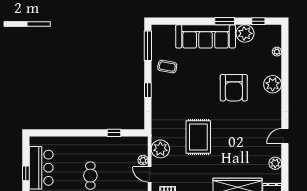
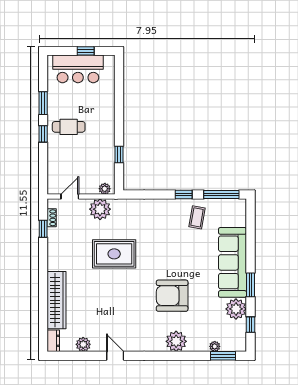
window: (285, 44) -> (223, 356), added
window: (148, 90) -> (184, 194), moved
plant: (143, 160) -> (105, 189), moved
window: (26, 173) -> (86, 51), moved

